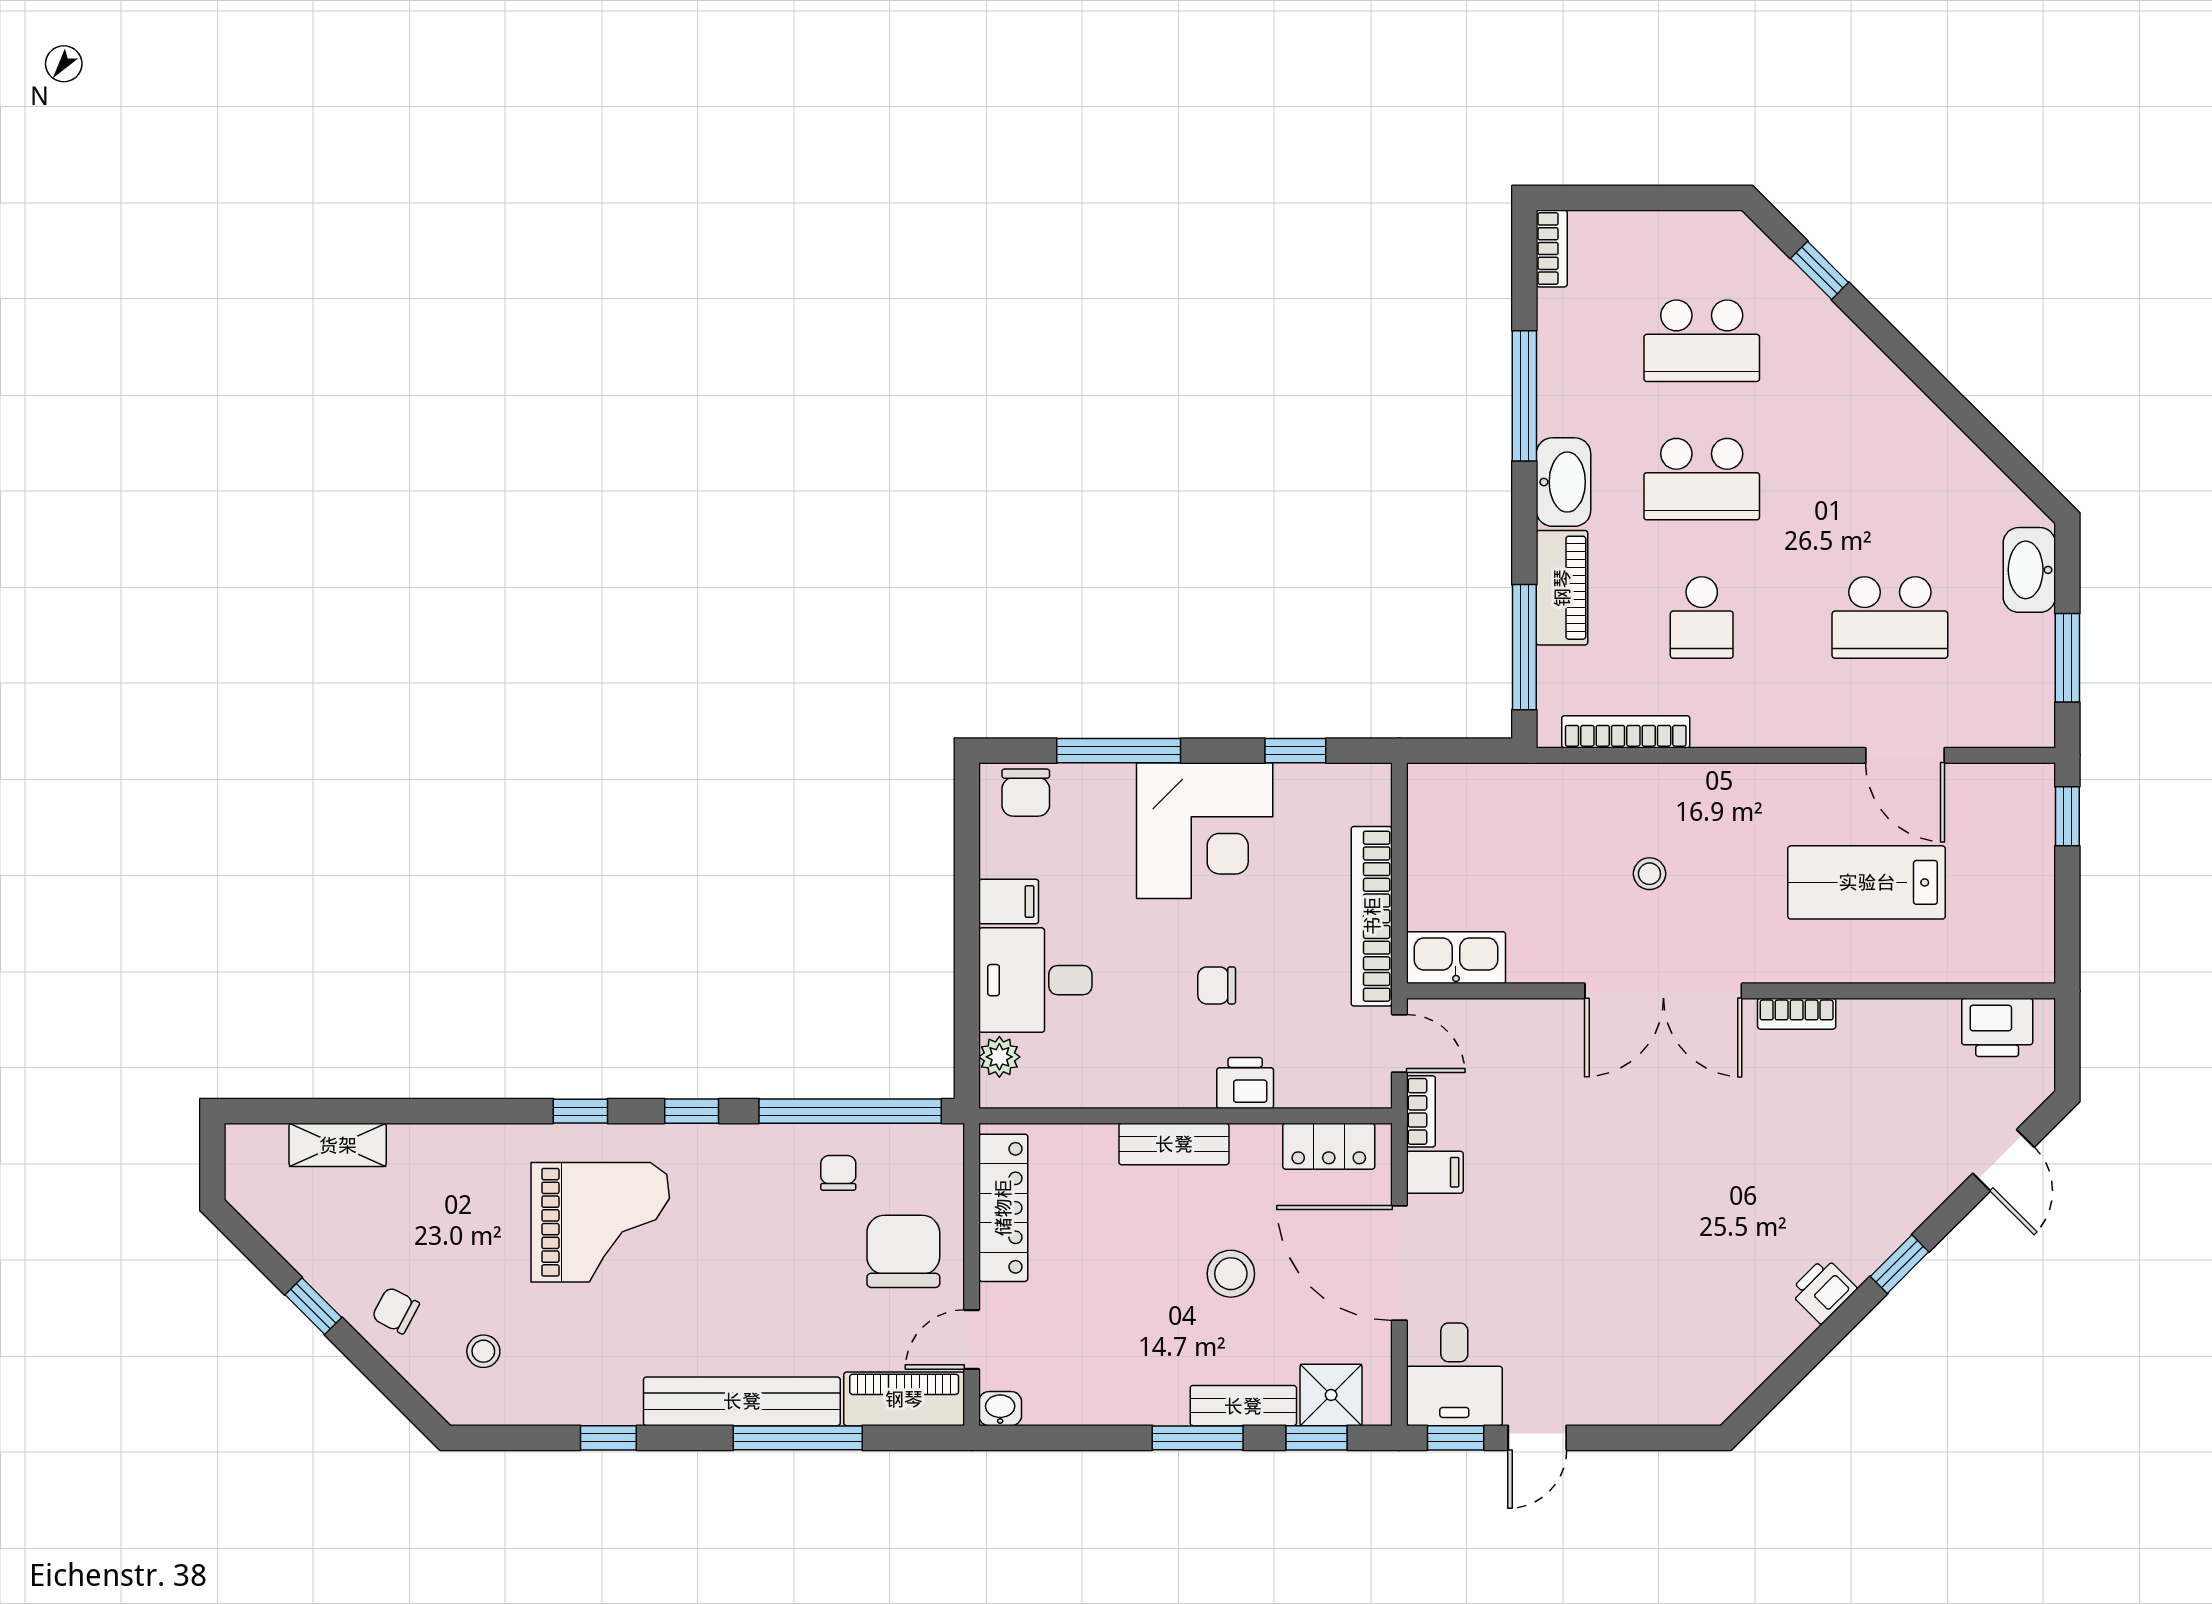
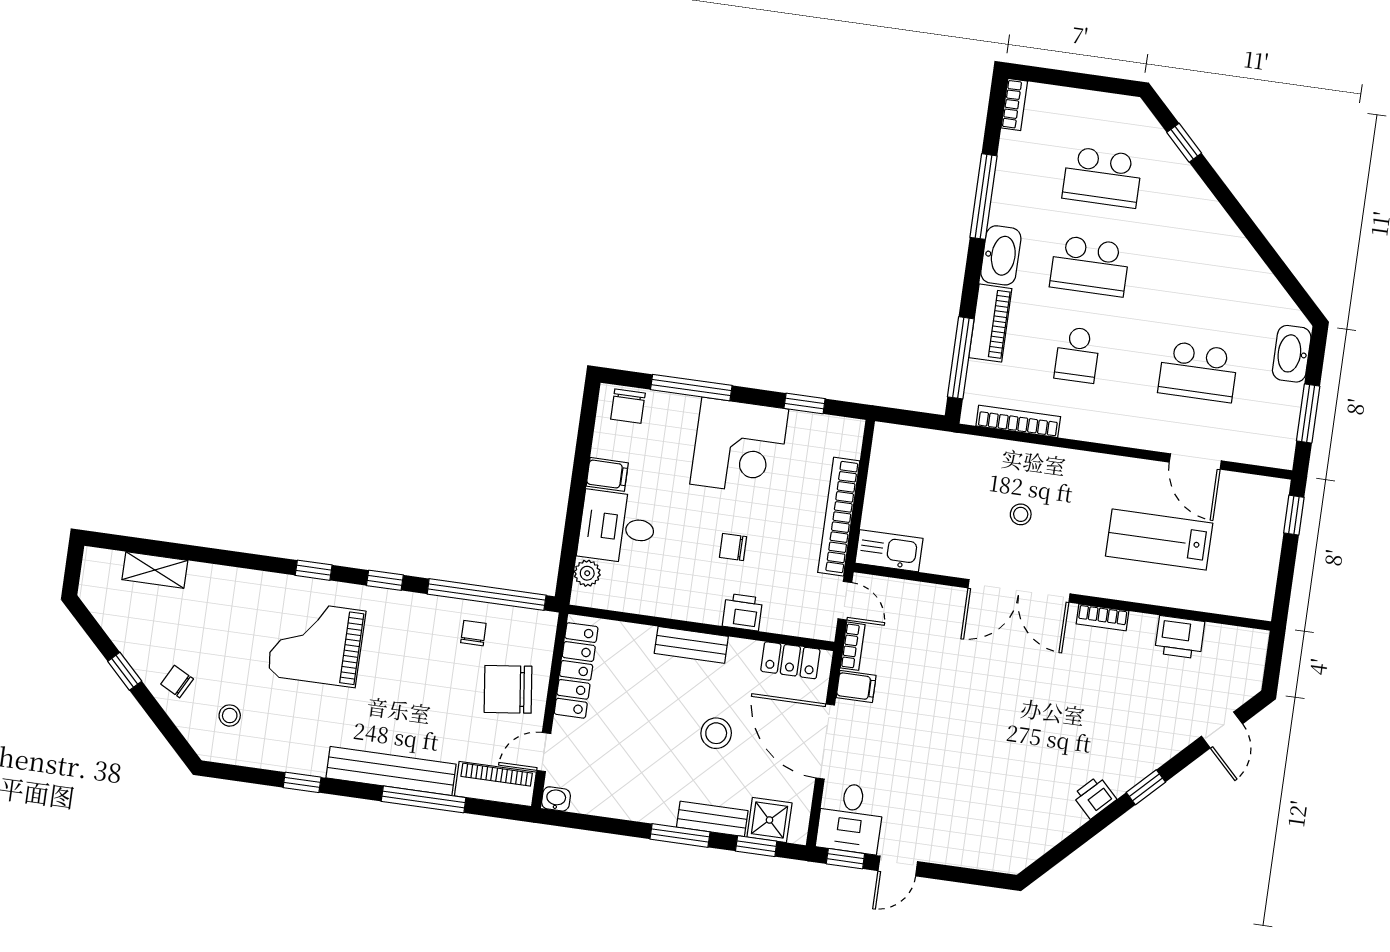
printer: (1997, 1027) -> (1180, 637), moved
grand piano: (600, 1222) -> (316, 643), turned 180
chair: (903, 1251) -> (508, 689), turned -97

